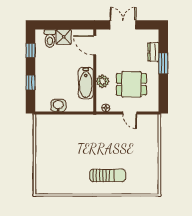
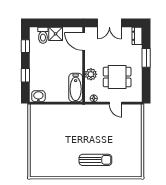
double door: (123, 25) -> (109, 23), swing flipped
dresser: (153, 52) -> (137, 36), moved
bathtub: (86, 83) -> (76, 87), moved
washbasin: (58, 105) -> (38, 96), moved

